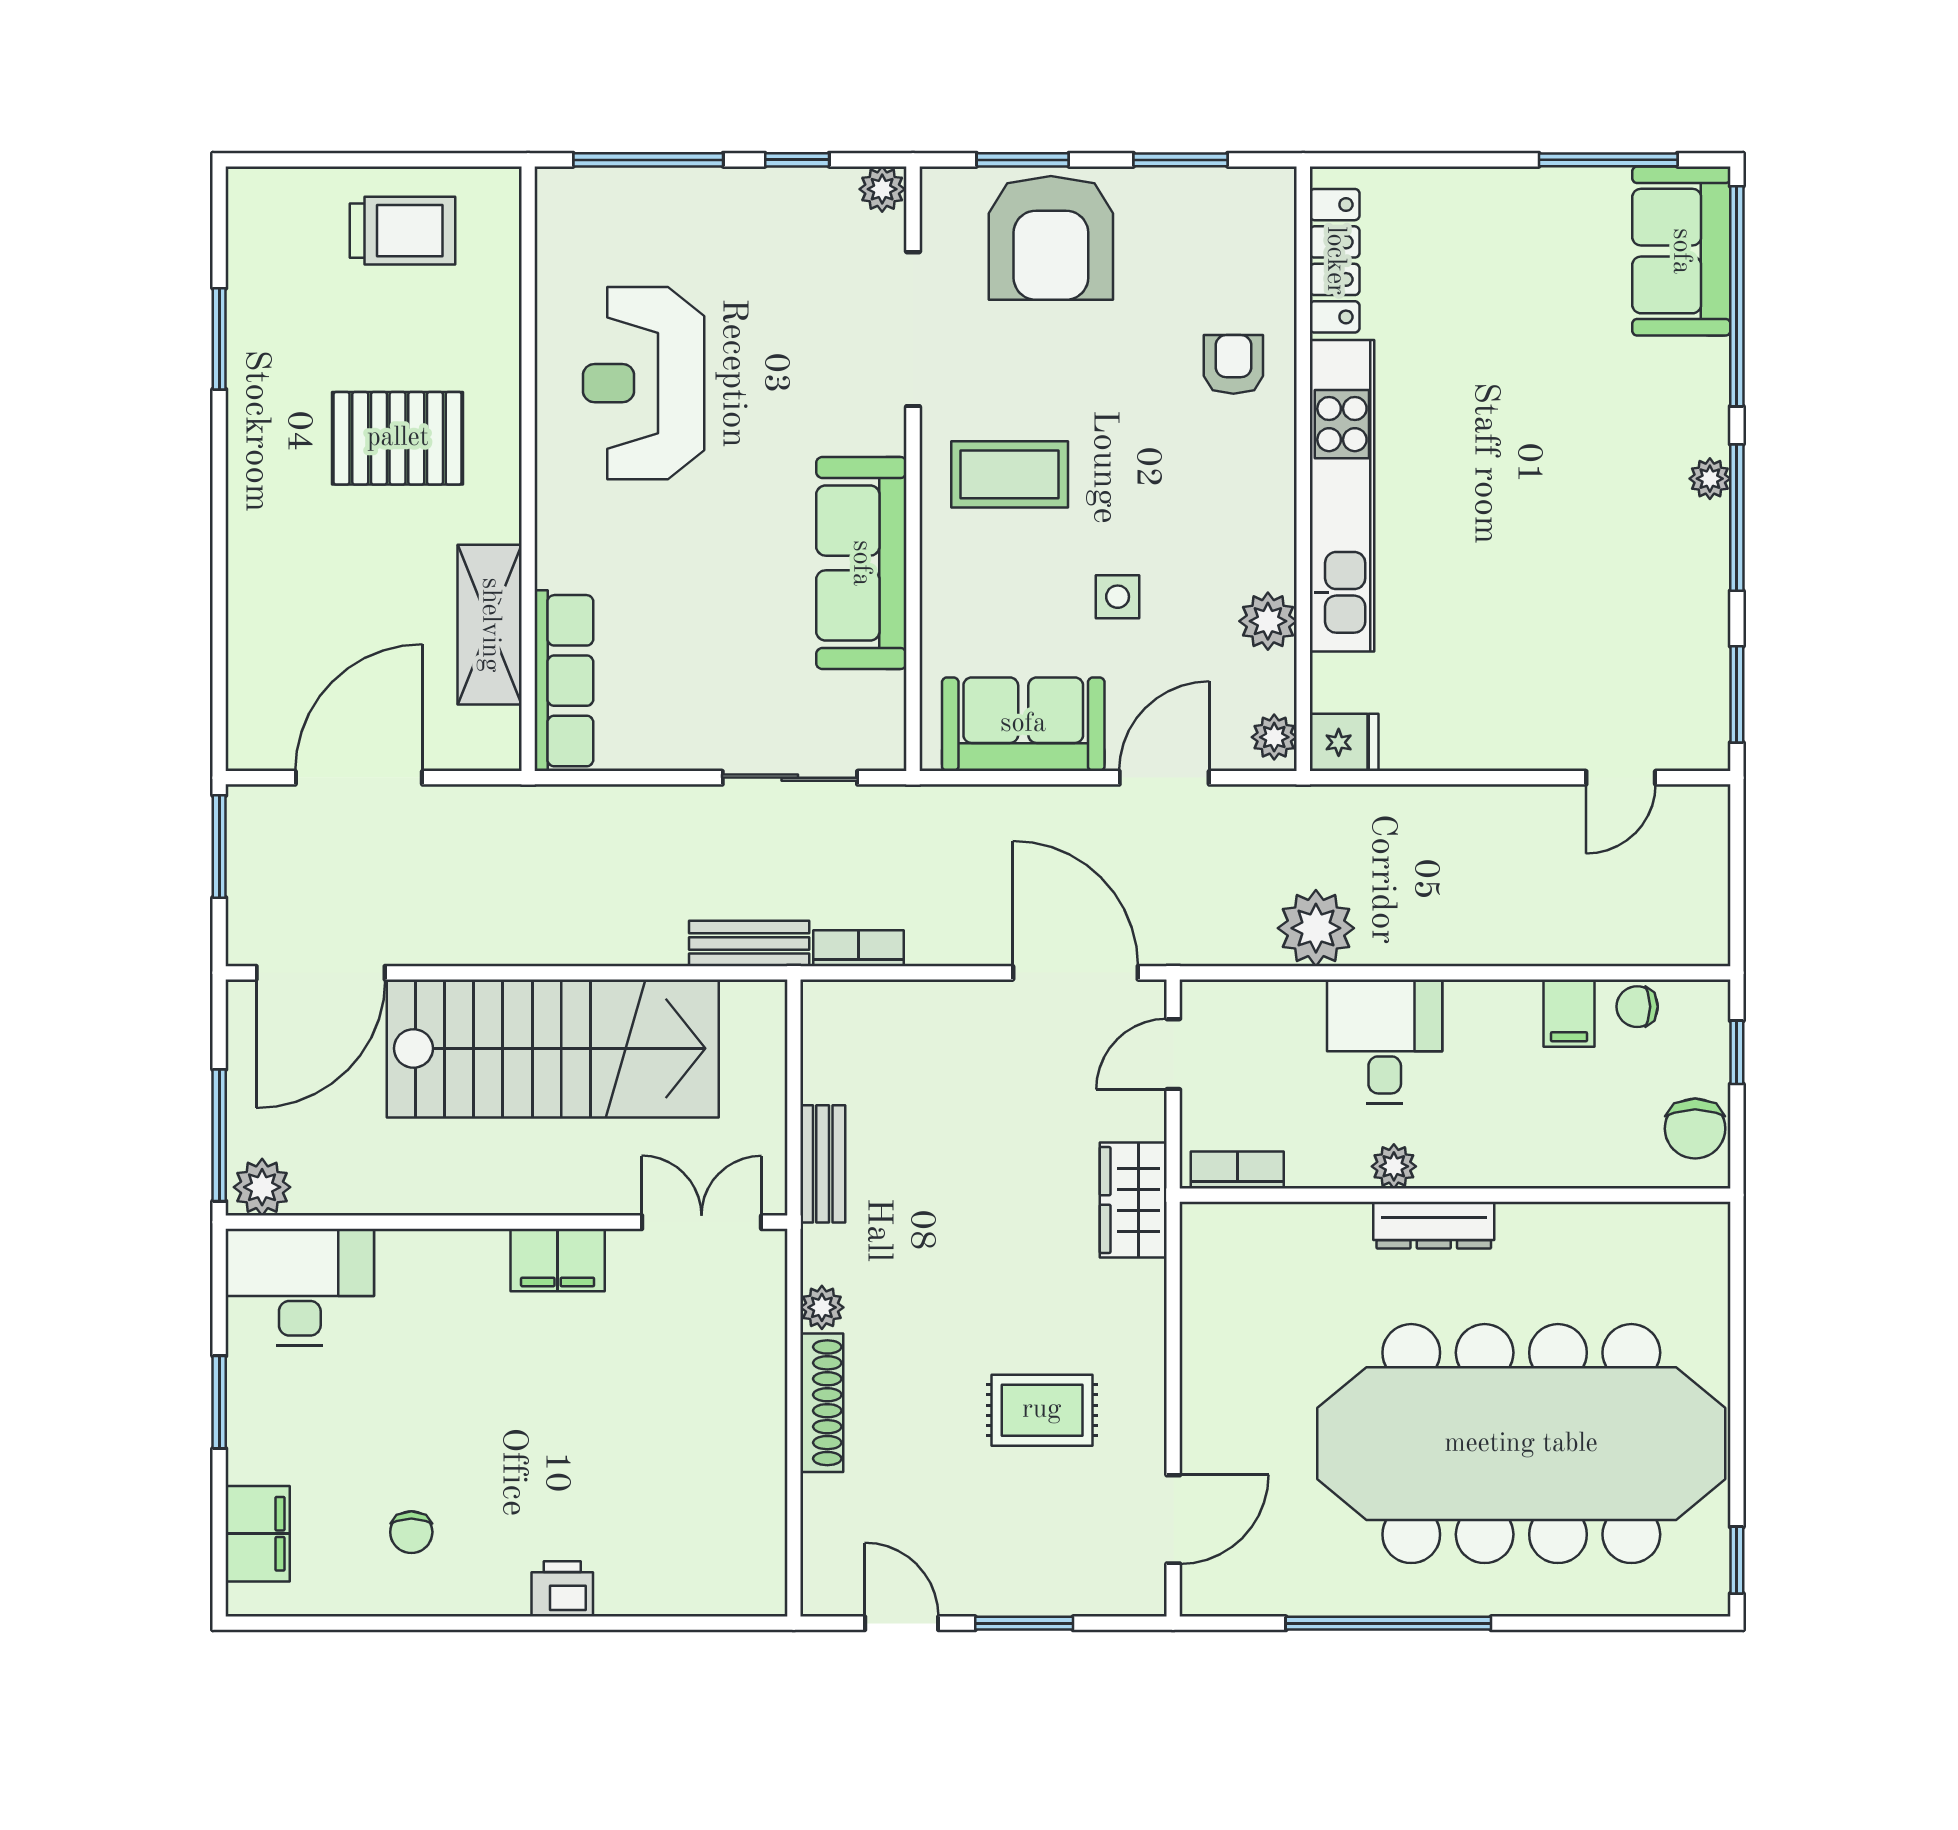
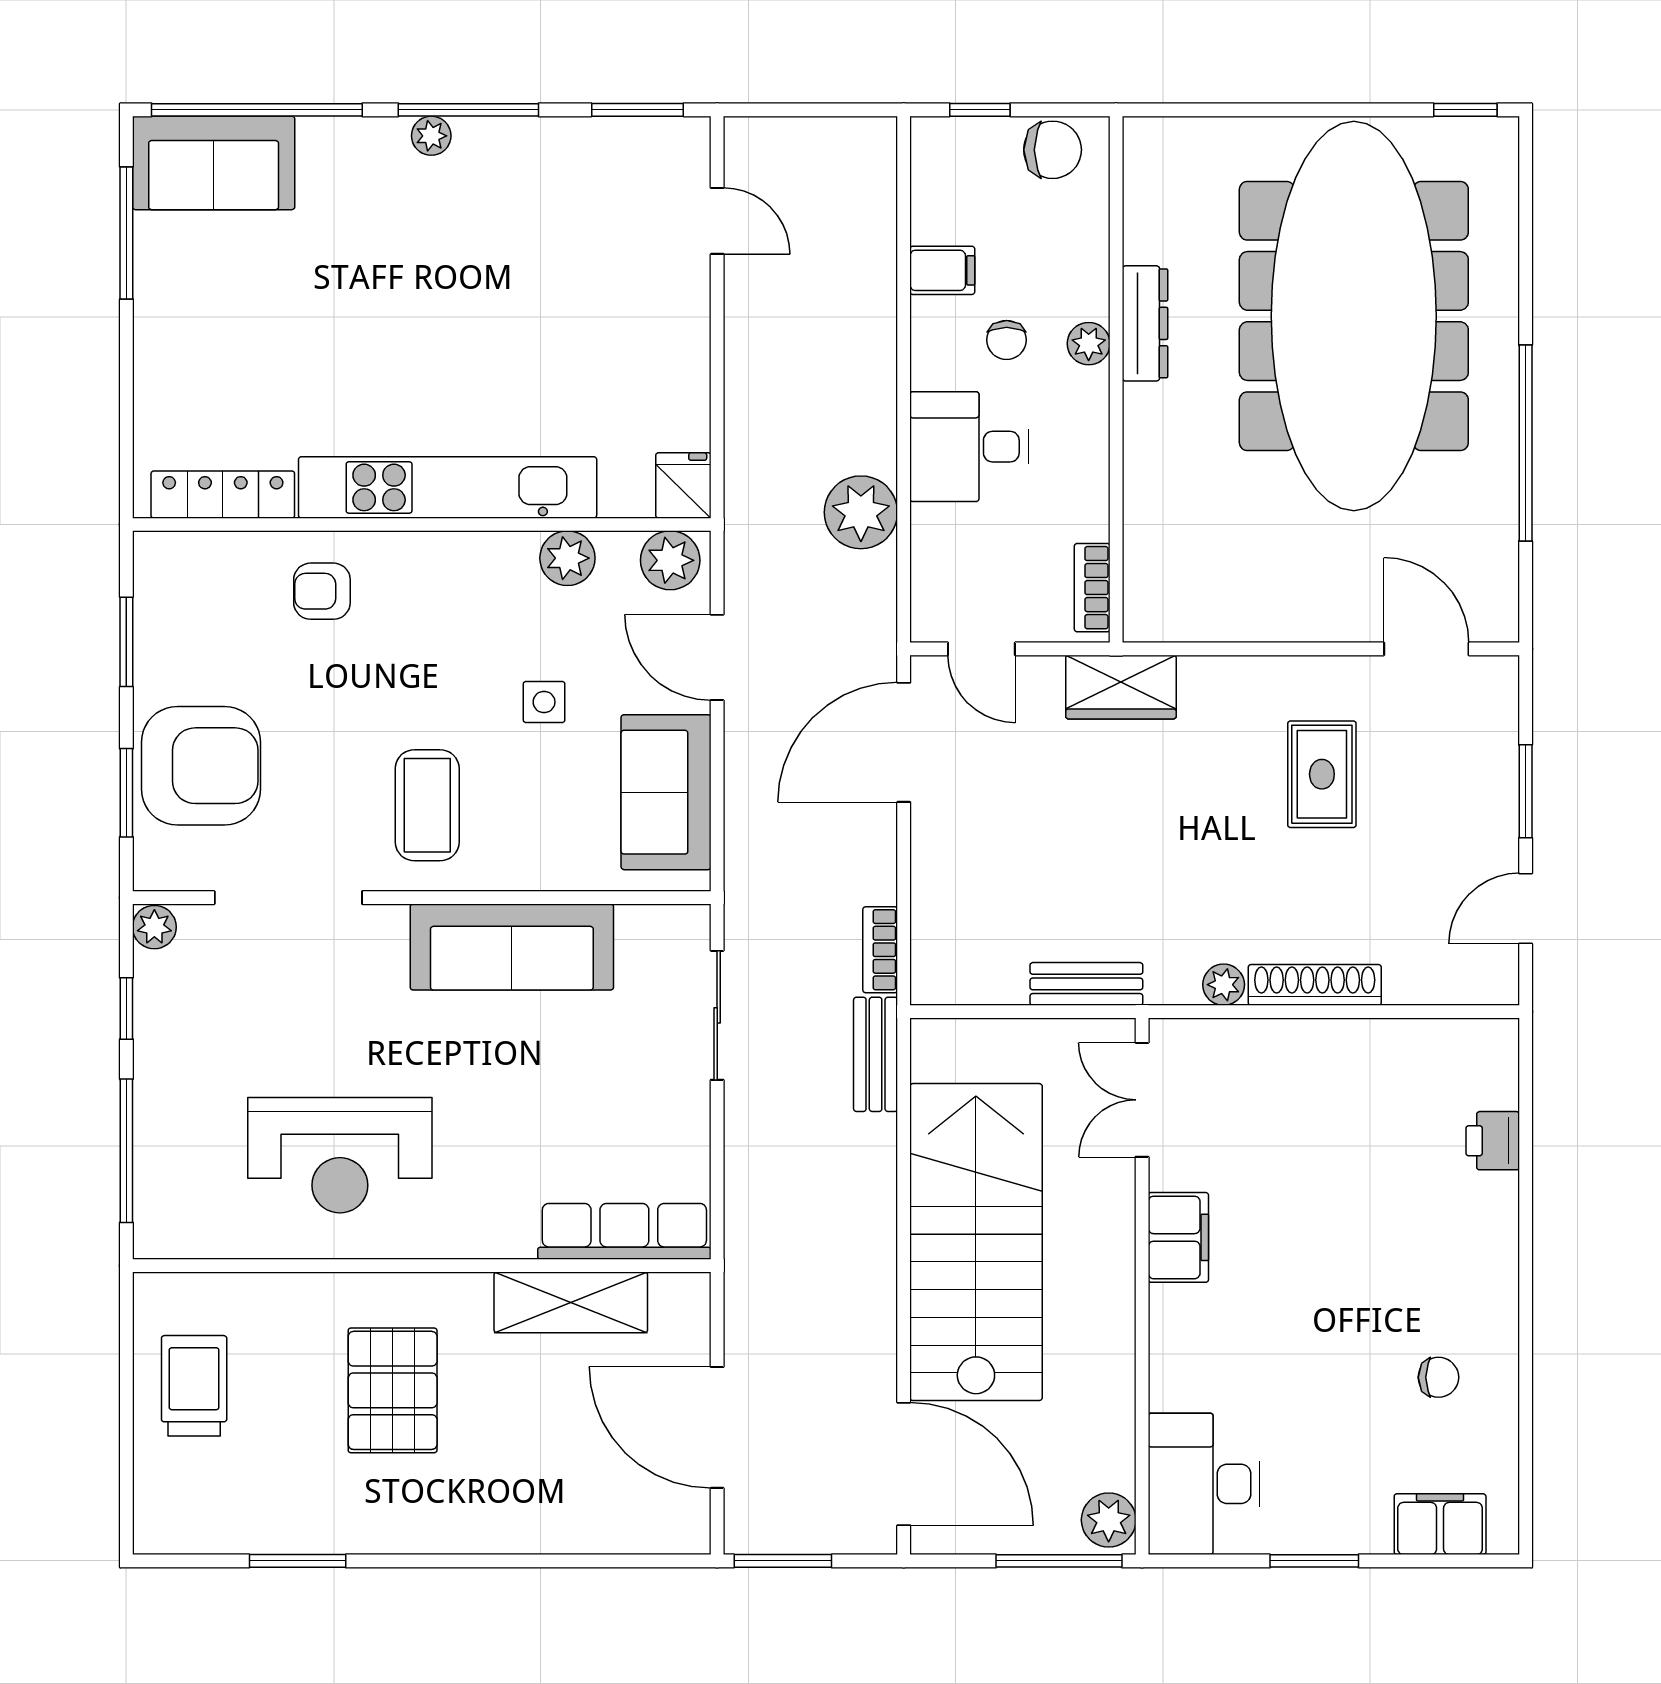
plant: (1274, 737) -> (670, 560), width x1.38, depth x1.38
chair: (1637, 1007) -> (1007, 340), moved
plant: (1394, 1166) -> (1089, 344), moved
dresser: (1434, 1225) -> (1145, 323), moved
printer: (562, 1589) -> (1493, 1141), moved

